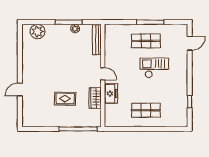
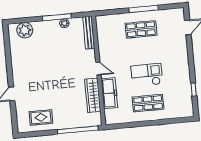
checkout: (154, 68) -> (147, 75), moved
freezer: (111, 94) -> (109, 93), width x1.40
wardrobe: (95, 98) -> (93, 95), width x1.50
rug: (65, 99) -> (41, 117), moved

